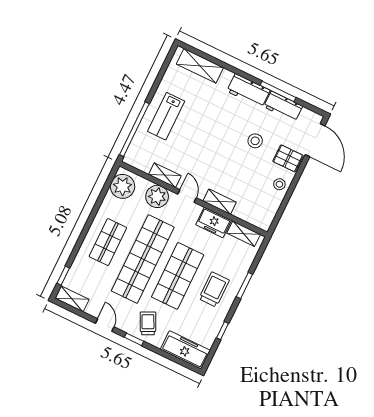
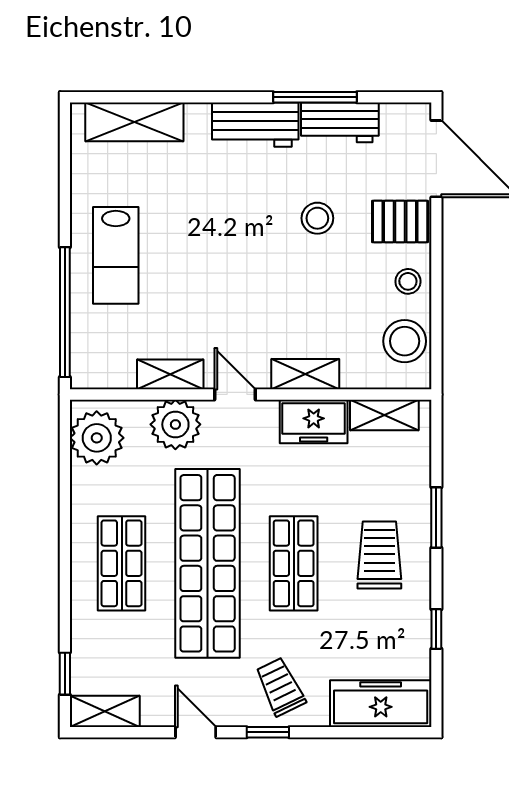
stool: (266, 208) -> (405, 341), added
shop shelf: (178, 276) -> (294, 563), width x0.70, depth x0.74

